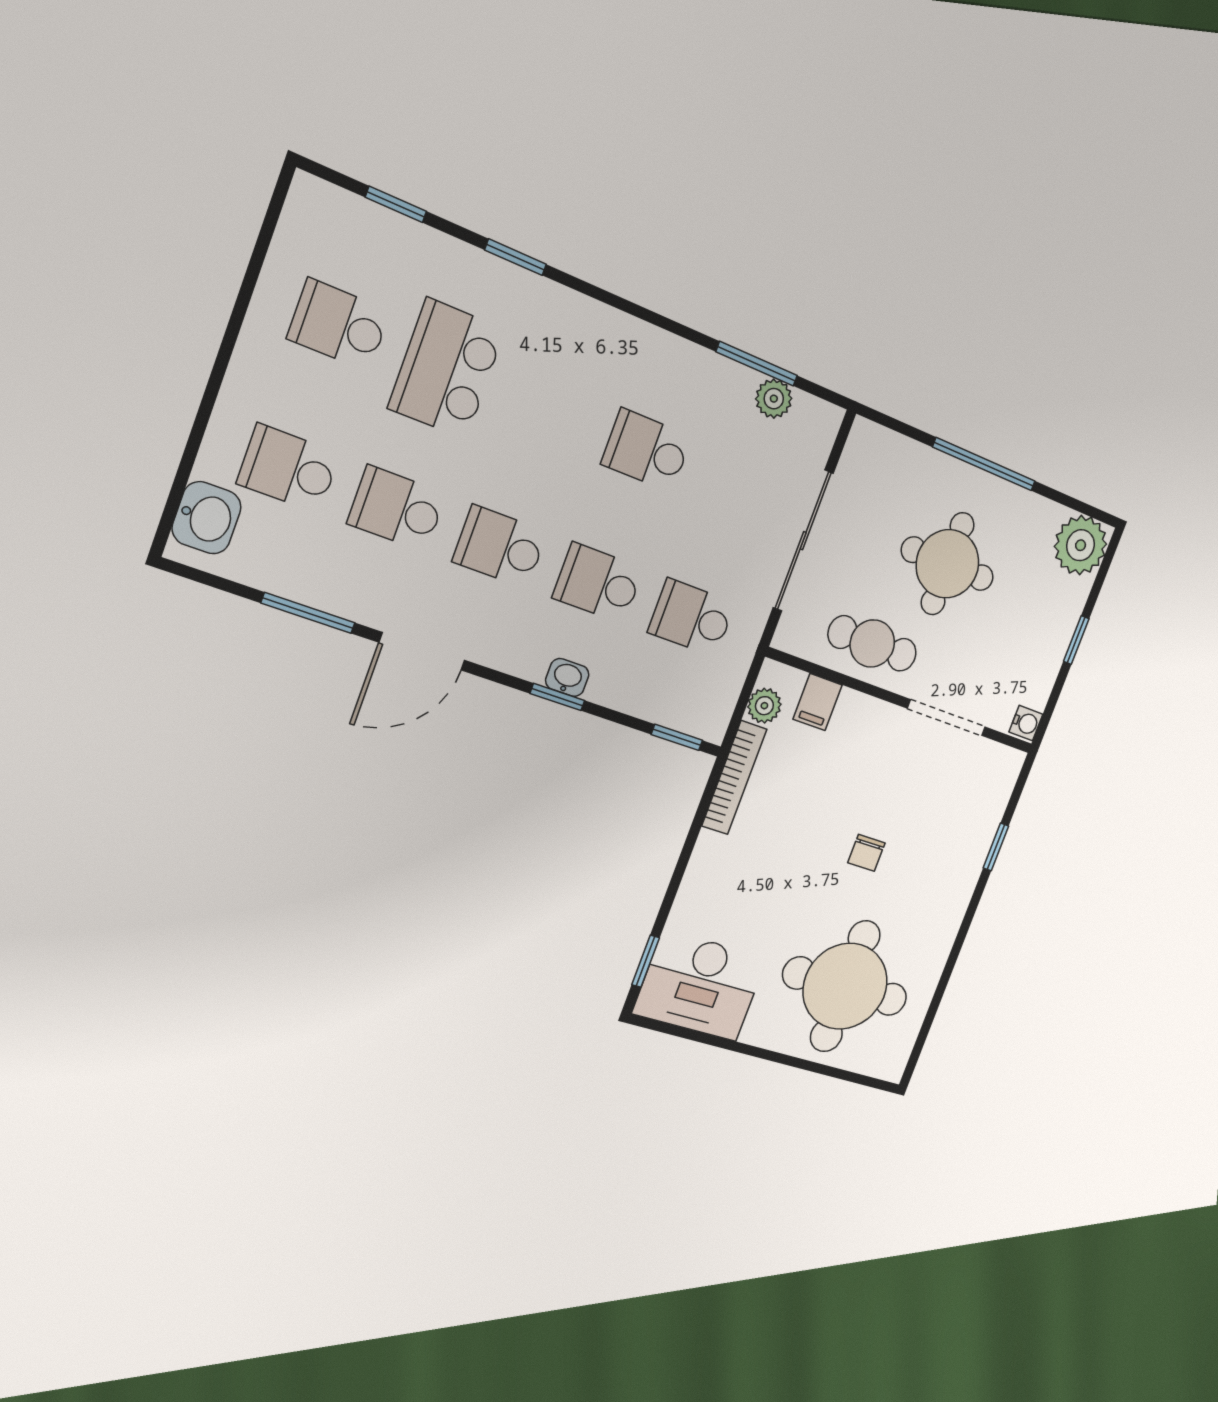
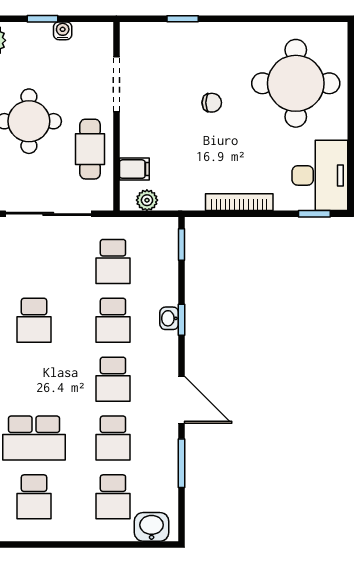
water cooler: (1026, 723) -> (63, 31), moved
bookcase: (734, 778) -> (239, 202), moved

